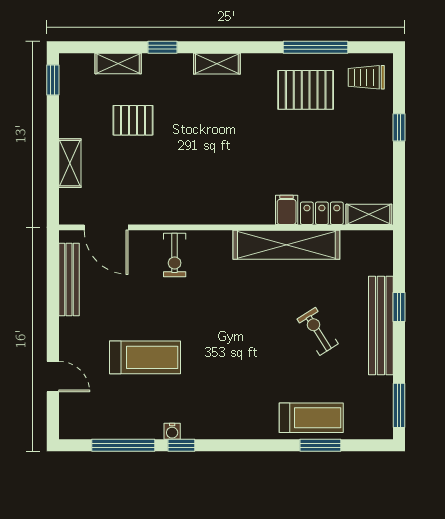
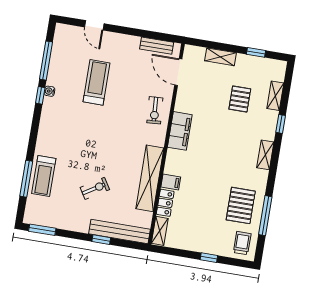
window: (53, 80) -> (256, 52), moved
filing cabinet: (201, 209) -> (180, 131), added
door: (106, 227) -> (178, 72), hinge flipped
exercise bike: (175, 255) -> (155, 110), turned -94
bench: (69, 279) -> (157, 46), width x0.73
bench: (381, 326) -> (120, 231), moved
treadmill: (145, 357) -> (96, 82), turned 180
door: (53, 377) -> (94, 25), hinge flipped
window: (320, 445) -> (26, 179), width x1.44

